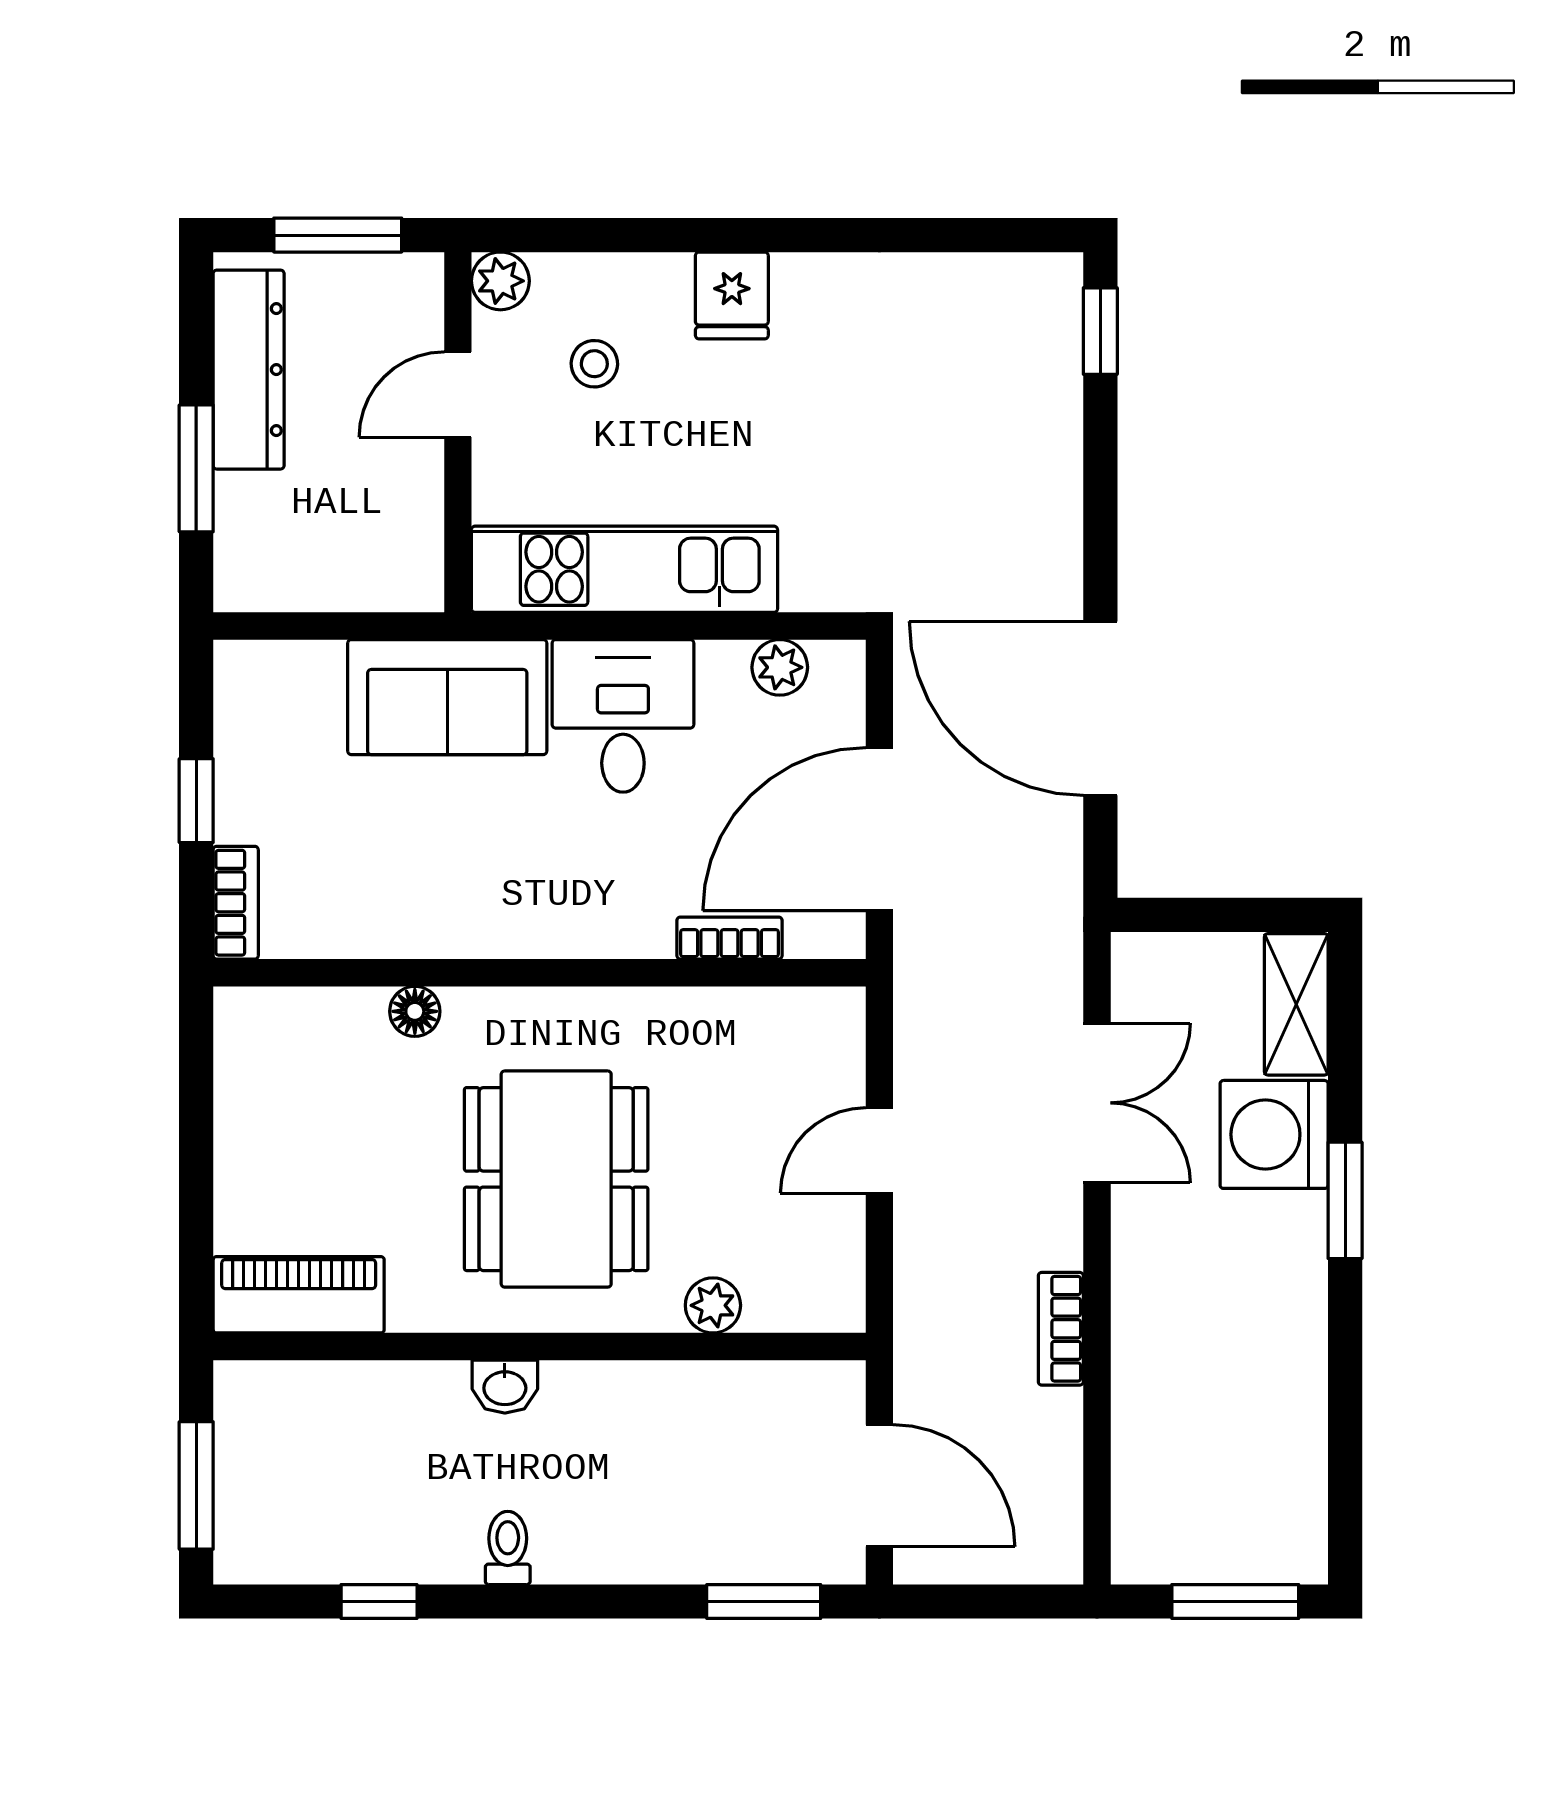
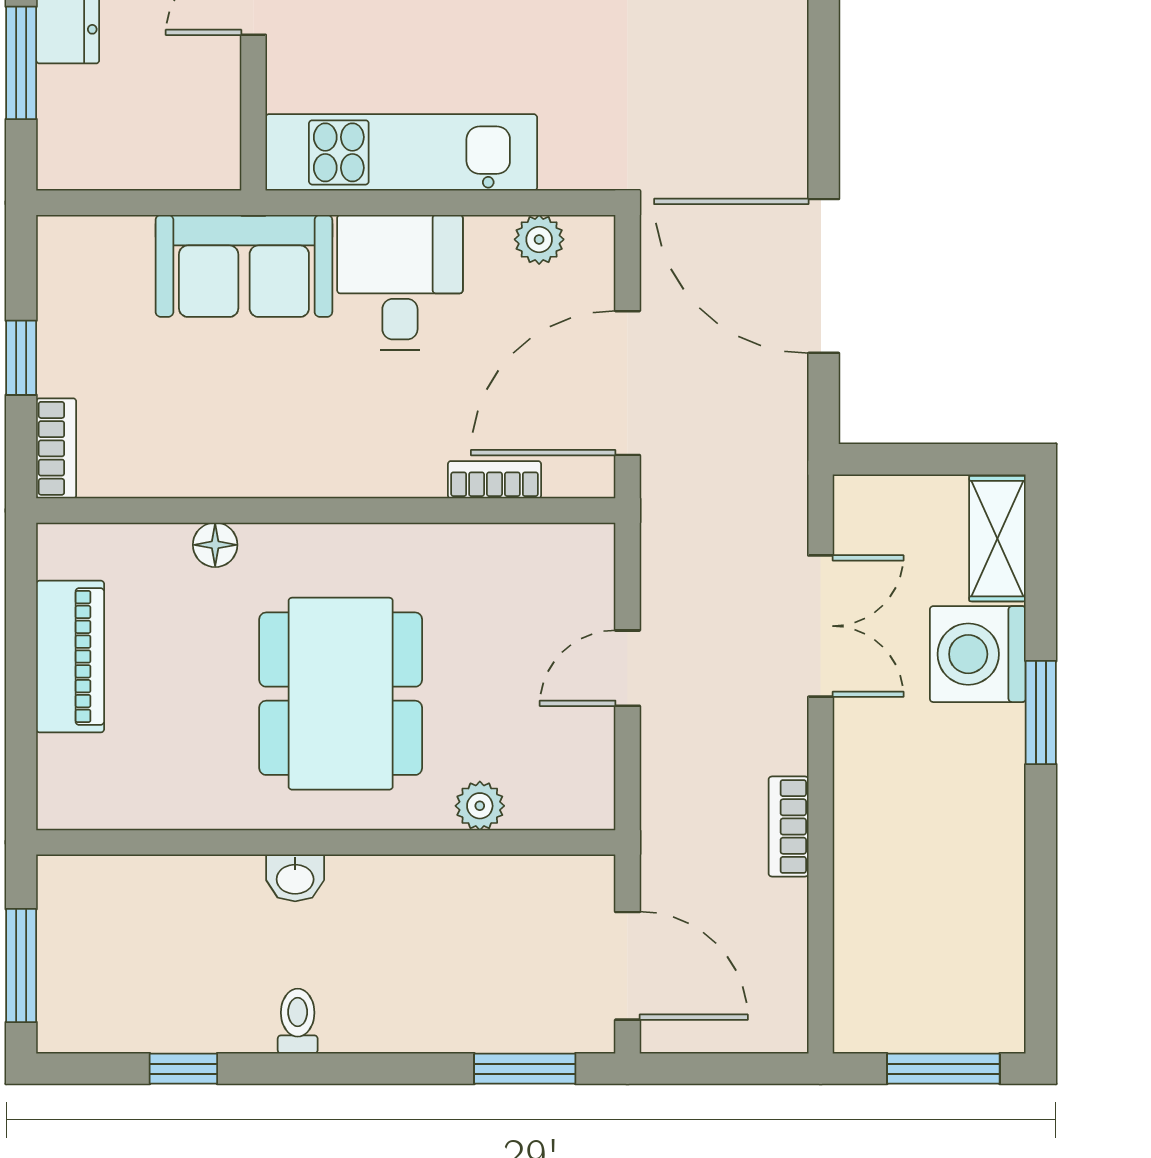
piano: (299, 1295) -> (70, 657), moved, turned 90

